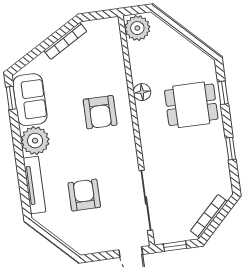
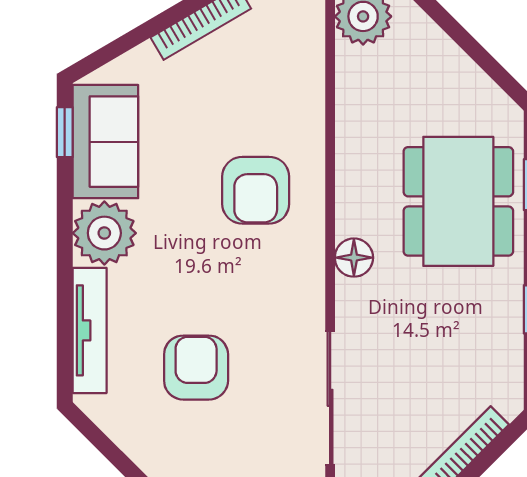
floor lamp: (142, 92) -> (354, 258), moved
dining table: (191, 105) -> (458, 201), width x1.38

